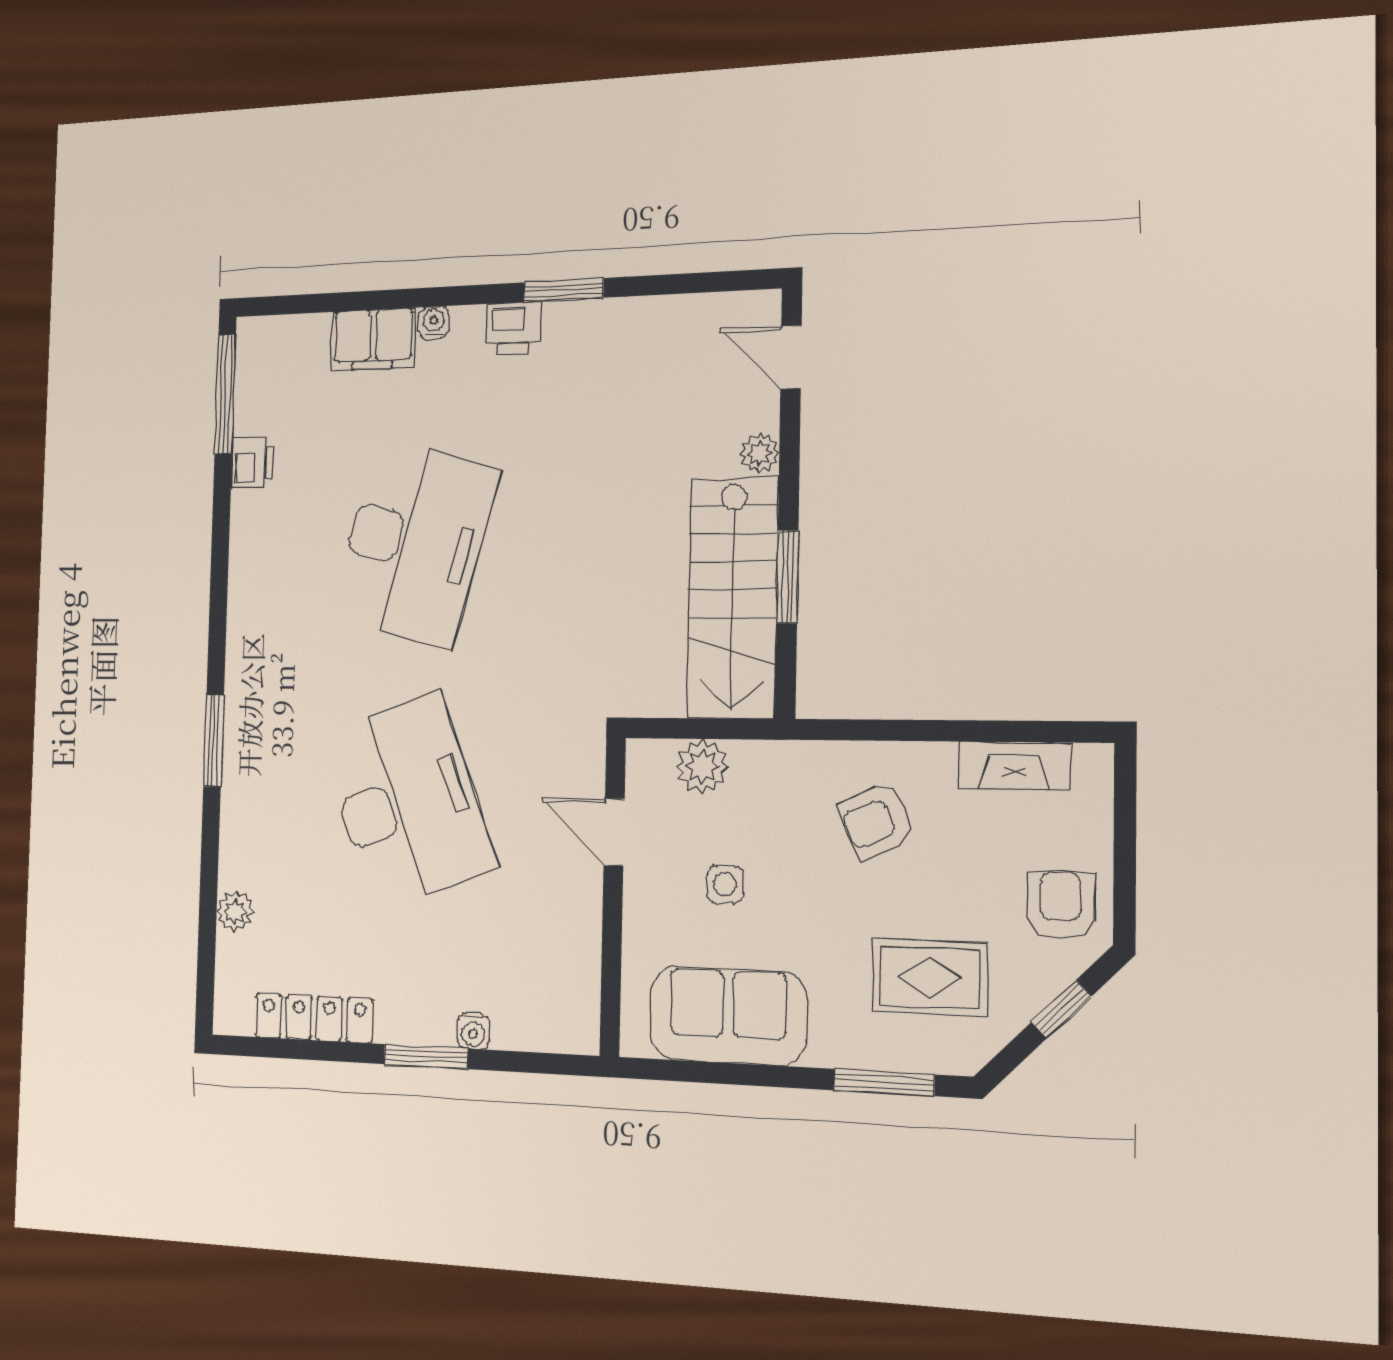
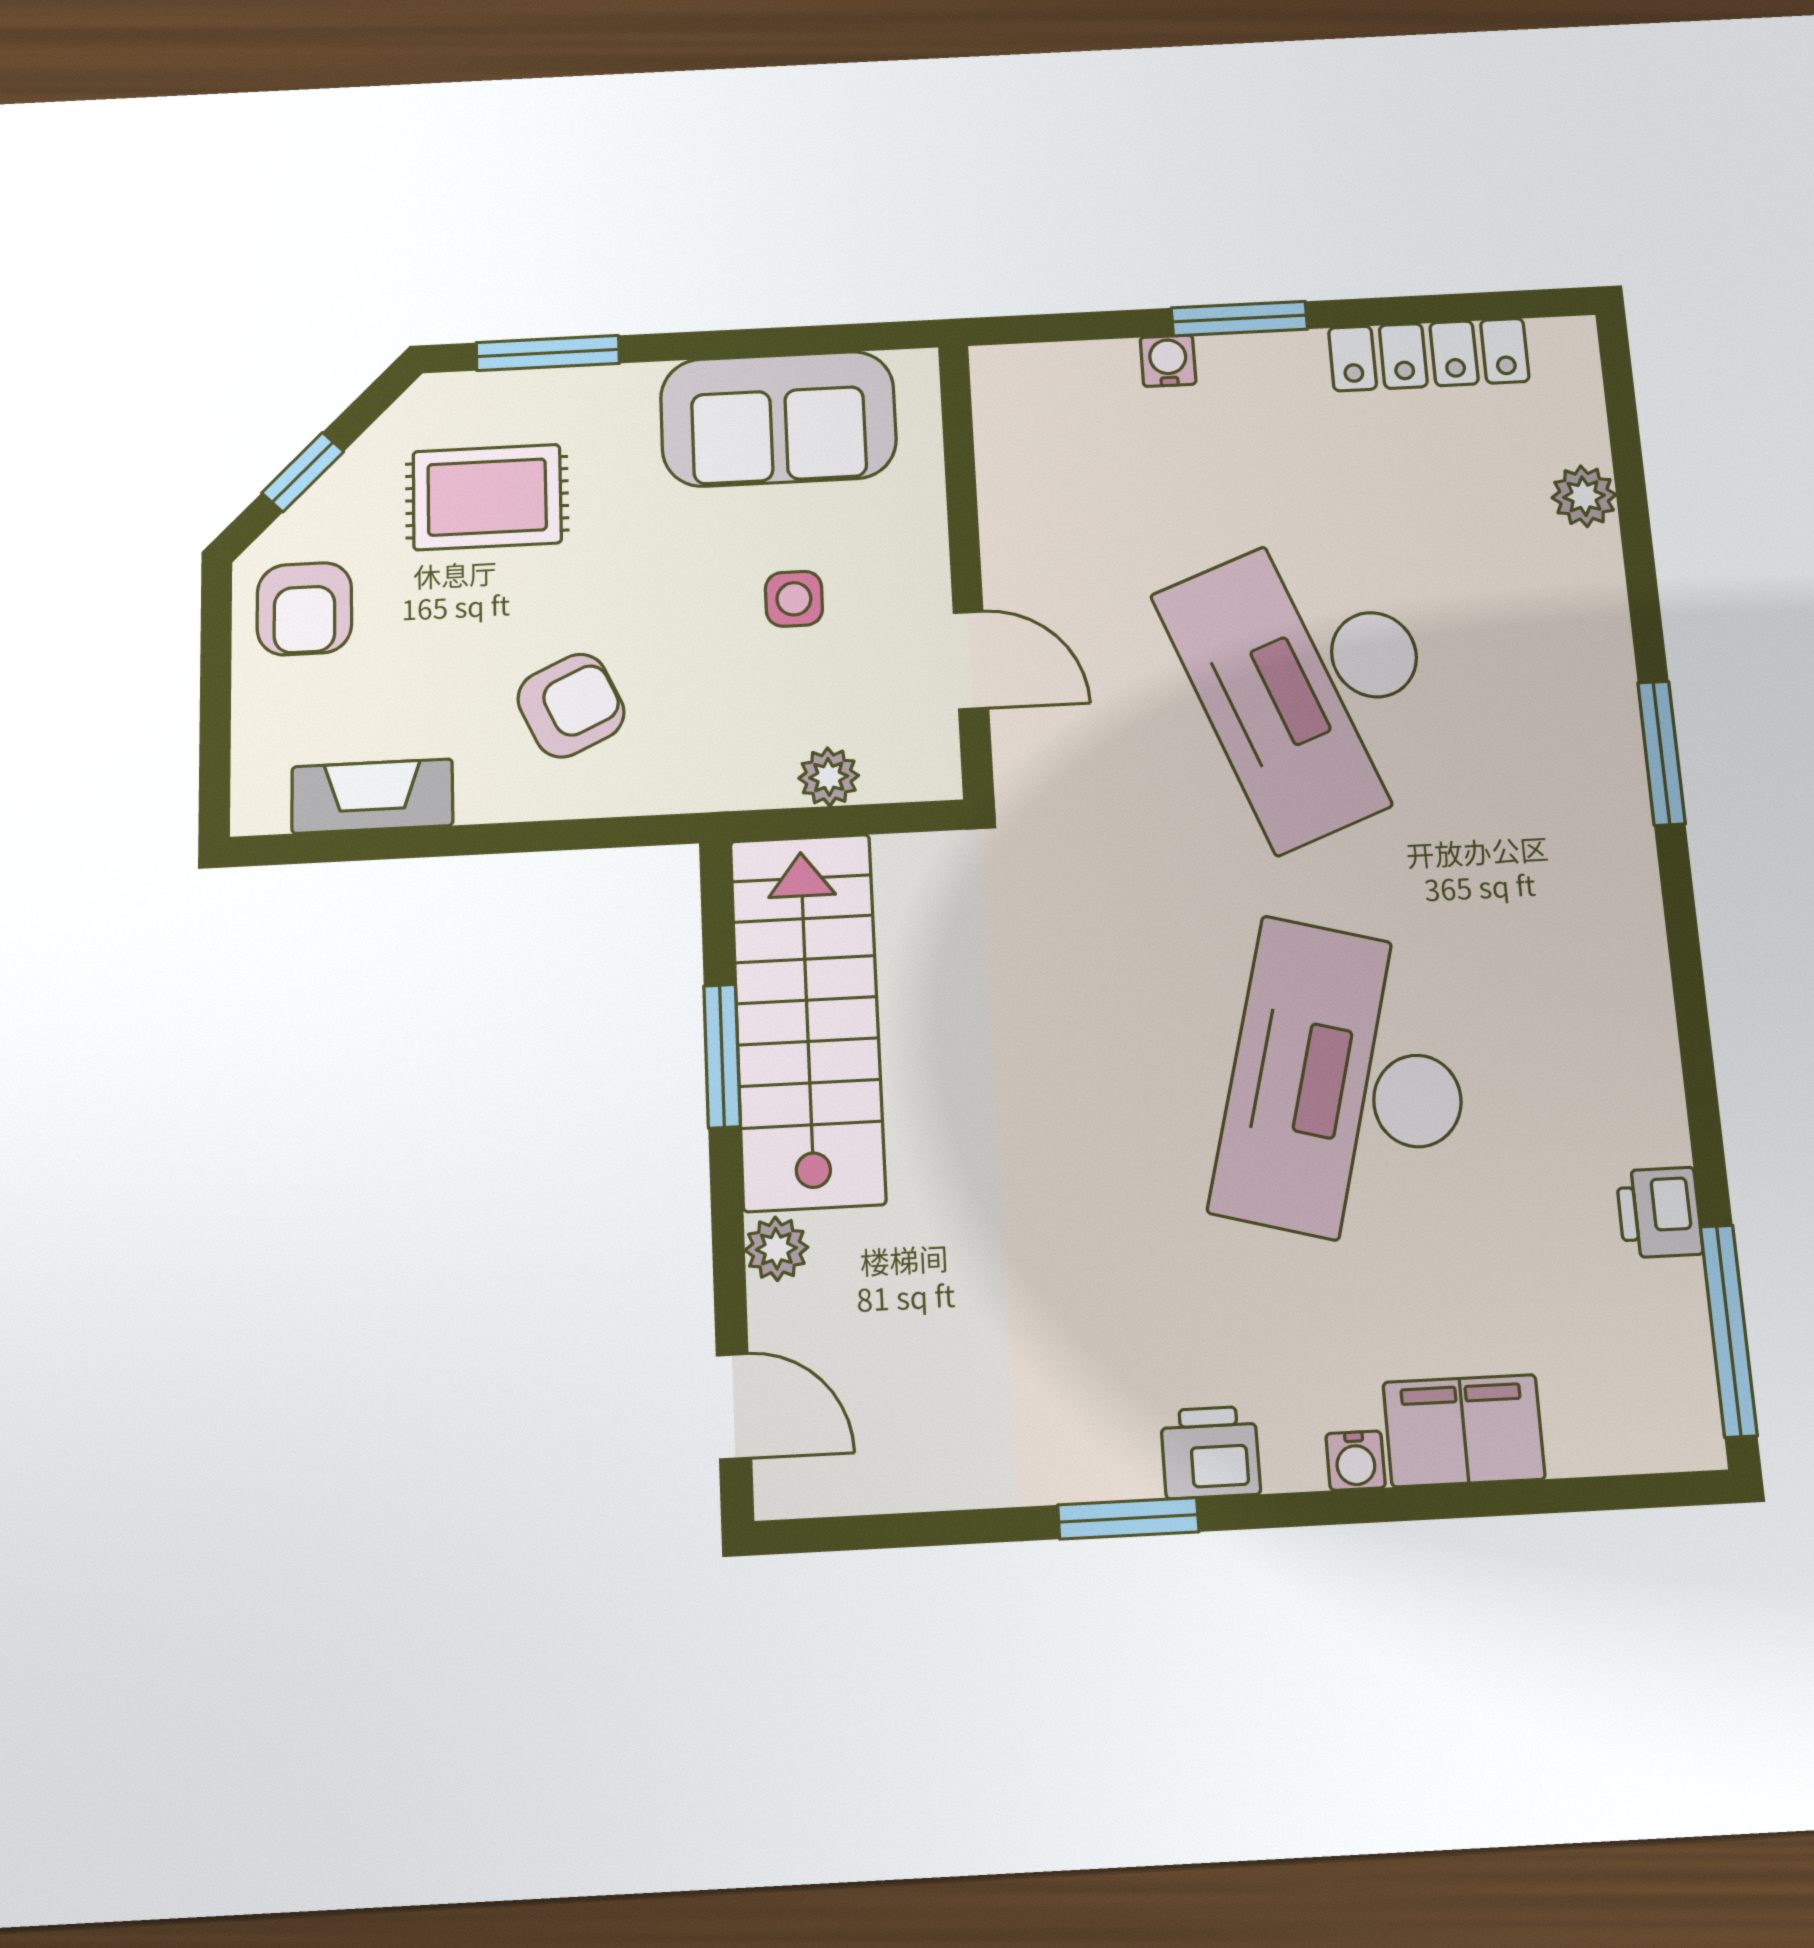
plant: (702, 766) -> (829, 777), width x0.73, depth x0.73

